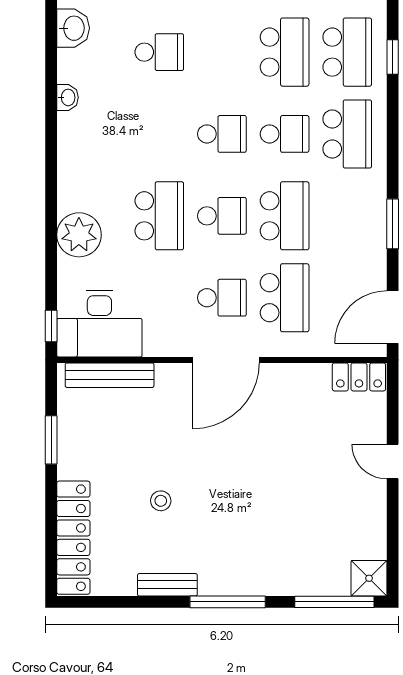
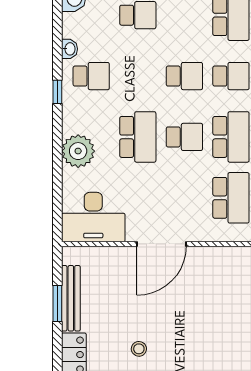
school desk: (222, 298) -> (91, 76), moved
window: (51, 326) -> (57, 92), moved
door: (226, 360) -> (162, 244), moved
bench: (110, 375) -> (71, 298), moved, turned 90

